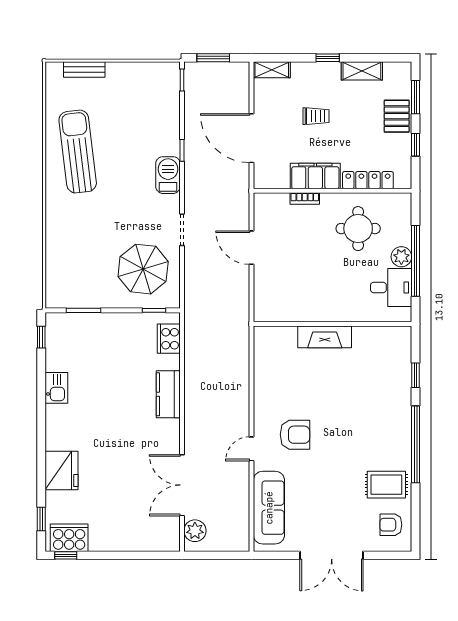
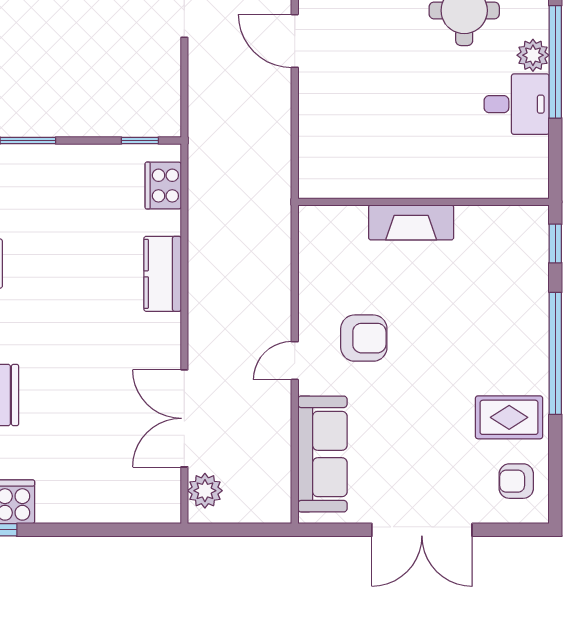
parasol: (143, 269) -> (122, 75), removed
wall: (333, 324) -> (424, 202), moved
fireplace: (325, 337) -> (411, 222), moved

